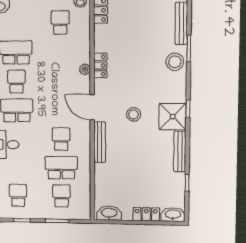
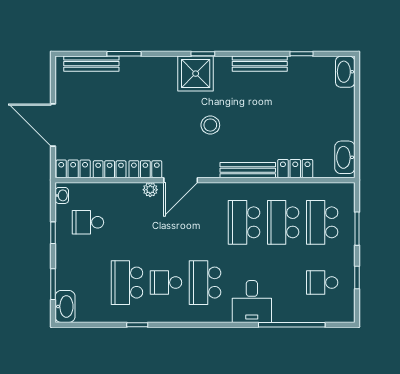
locker: (100, 38) -> (110, 169), added
stool: (175, 62) -> (141, 71), removed
door: (92, 107) -> (181, 180), moved
shower: (173, 117) -> (196, 74), moved
school desk: (61, 139) -> (244, 222), width x1.85
school desk: (62, 196) -> (322, 222), width x1.85
locker: (146, 214) -> (295, 169), moved, turned 90

